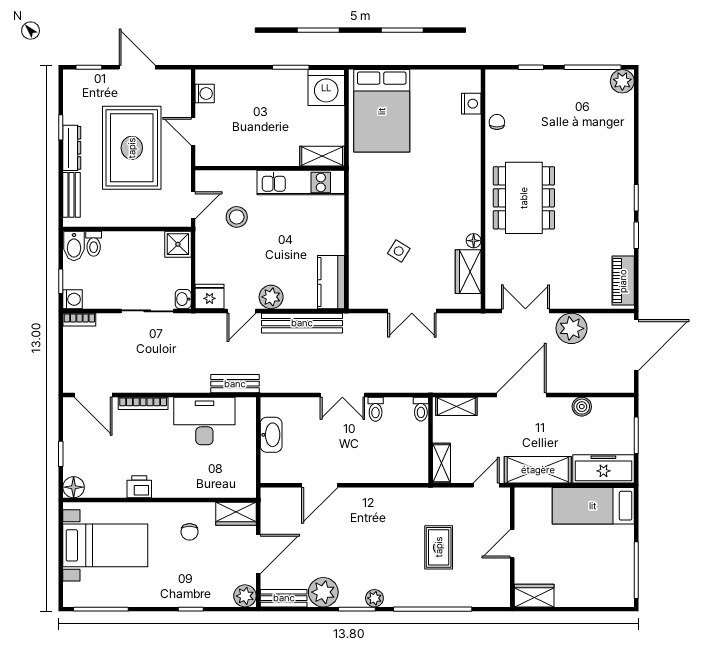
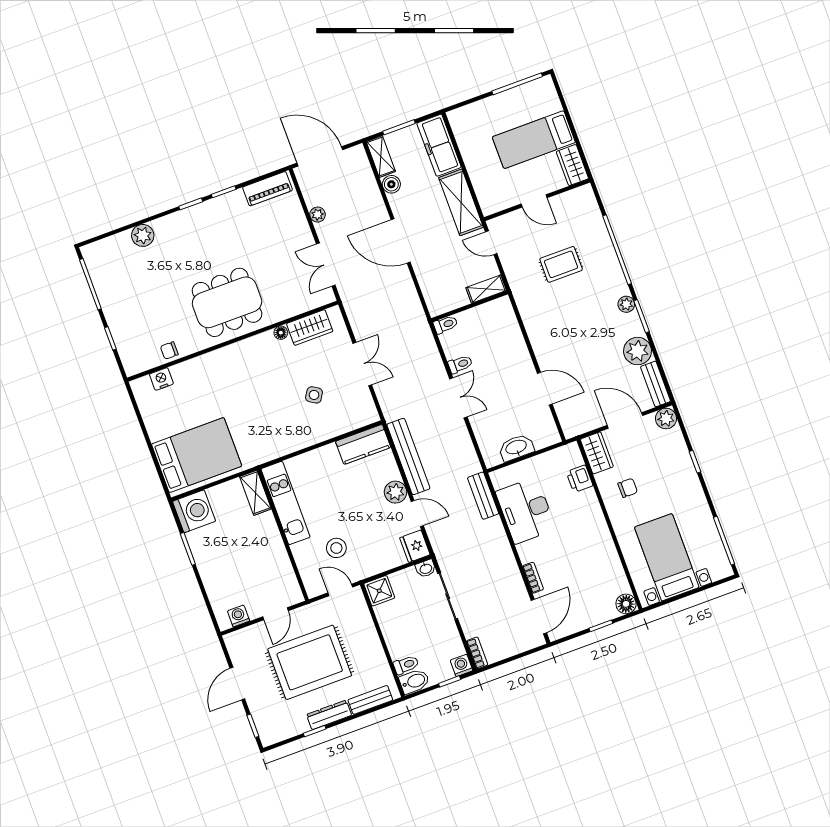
plant: (622, 81) -> (143, 235), moved
plant: (571, 328) -> (318, 215), width x0.53, depth x0.53
bookcase: (143, 403) -> (533, 578), width x0.64
shelving: (456, 406) -> (381, 156), moved
printer: (139, 487) -> (580, 479), moved
bed: (593, 506) -> (534, 140), moved, turned 90

